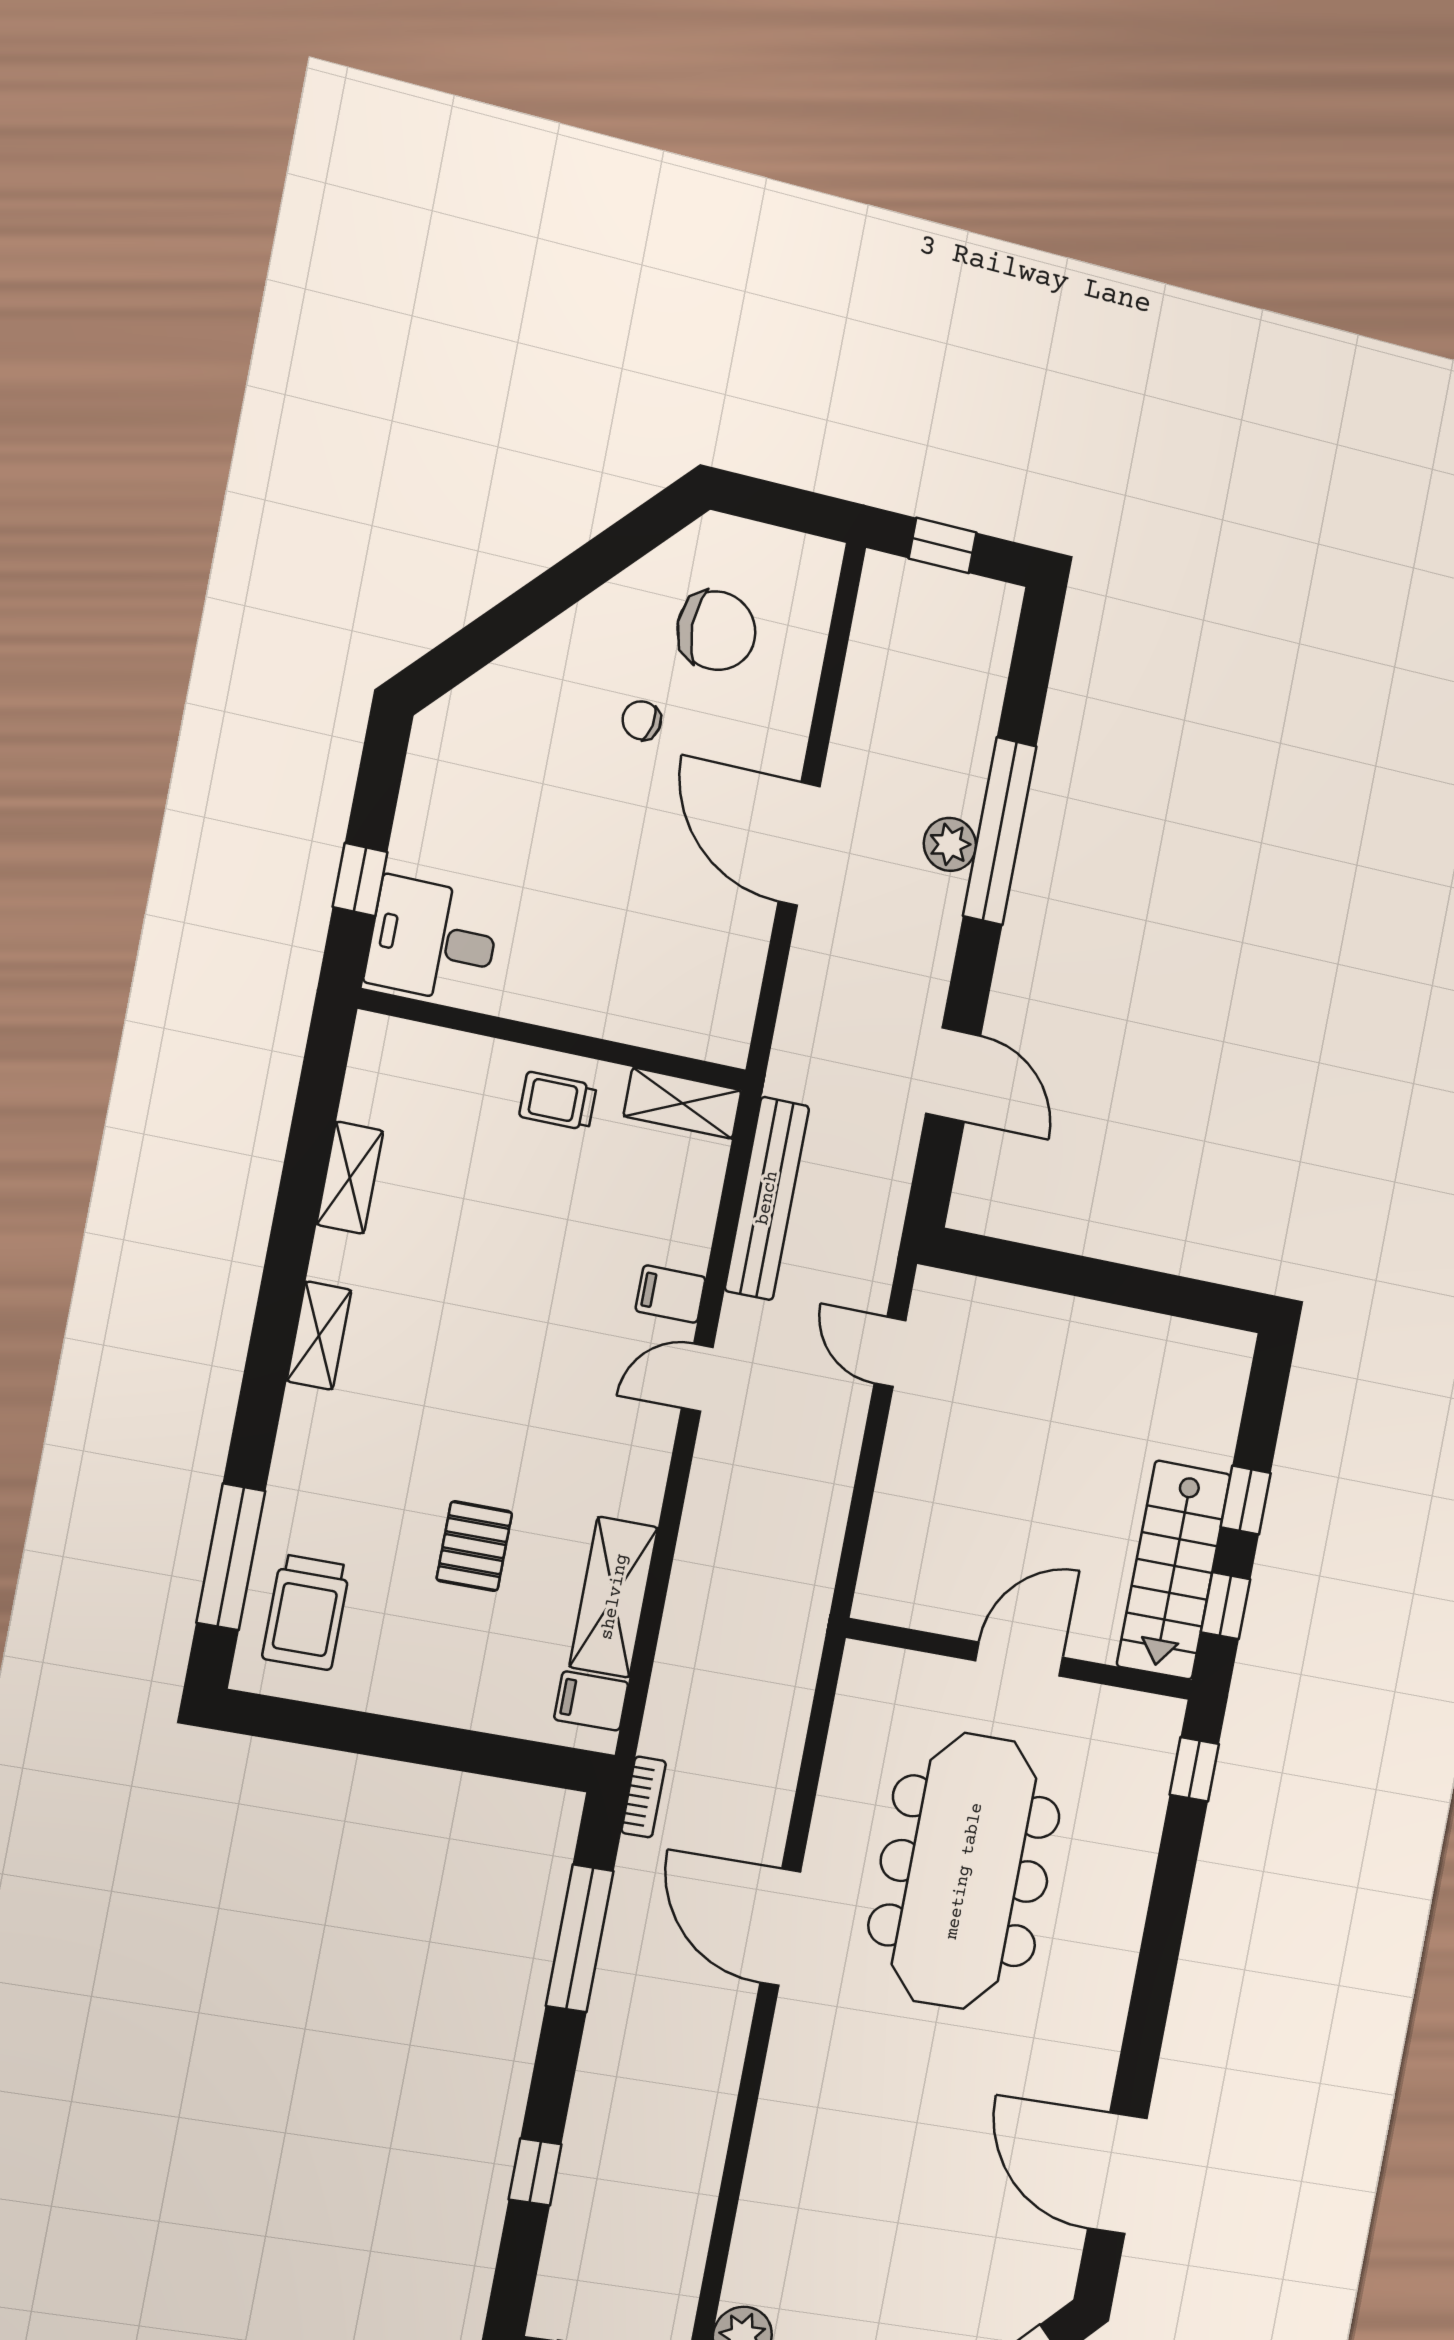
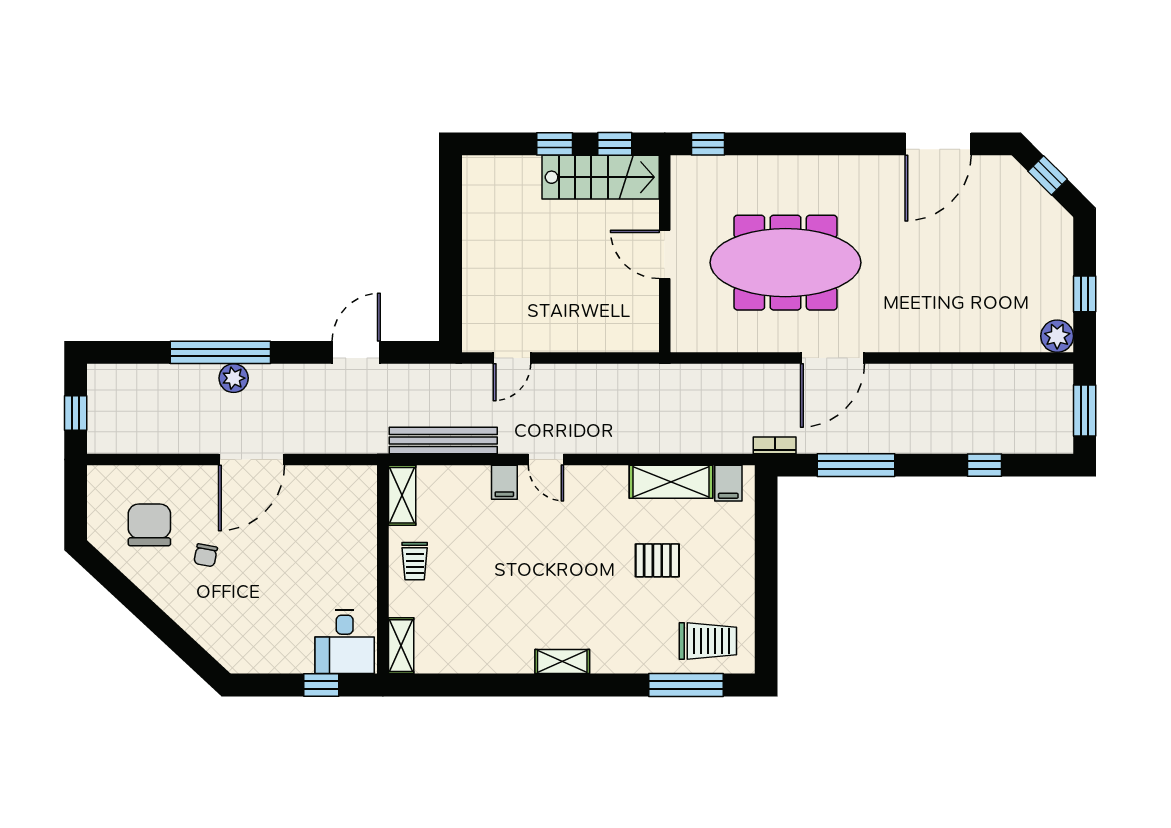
shelving: (350, 1178) -> (401, 646), moved, turned 90

